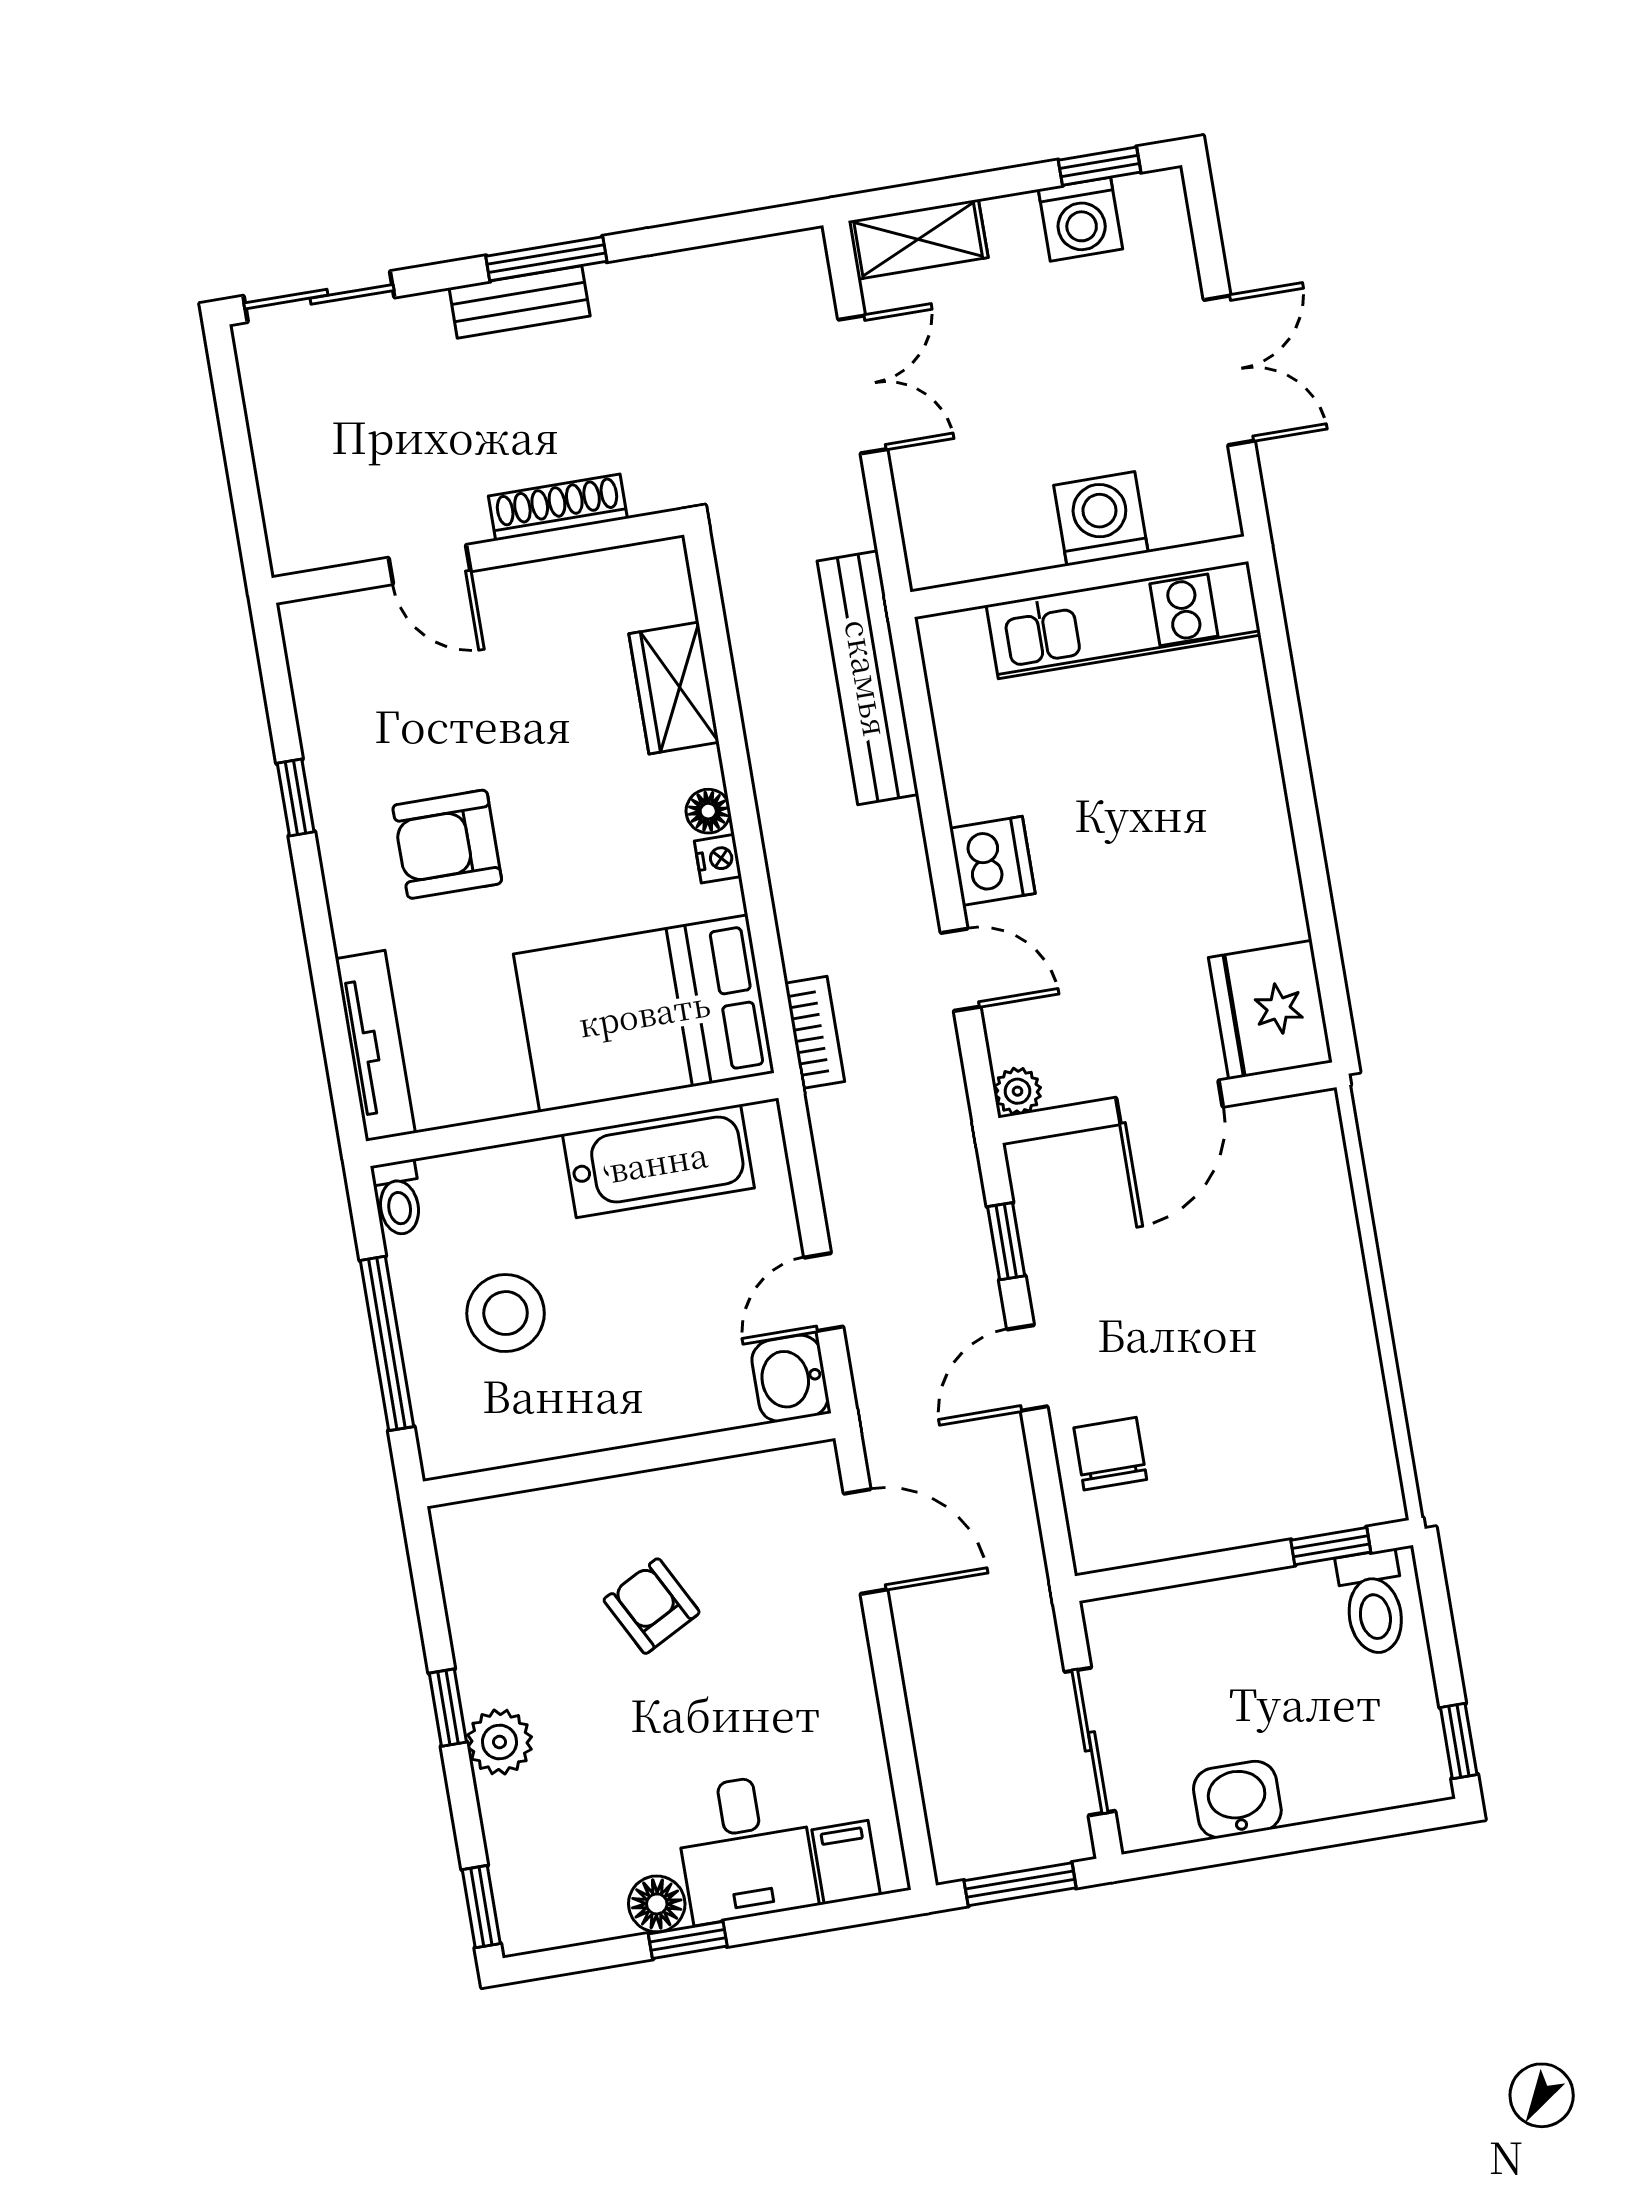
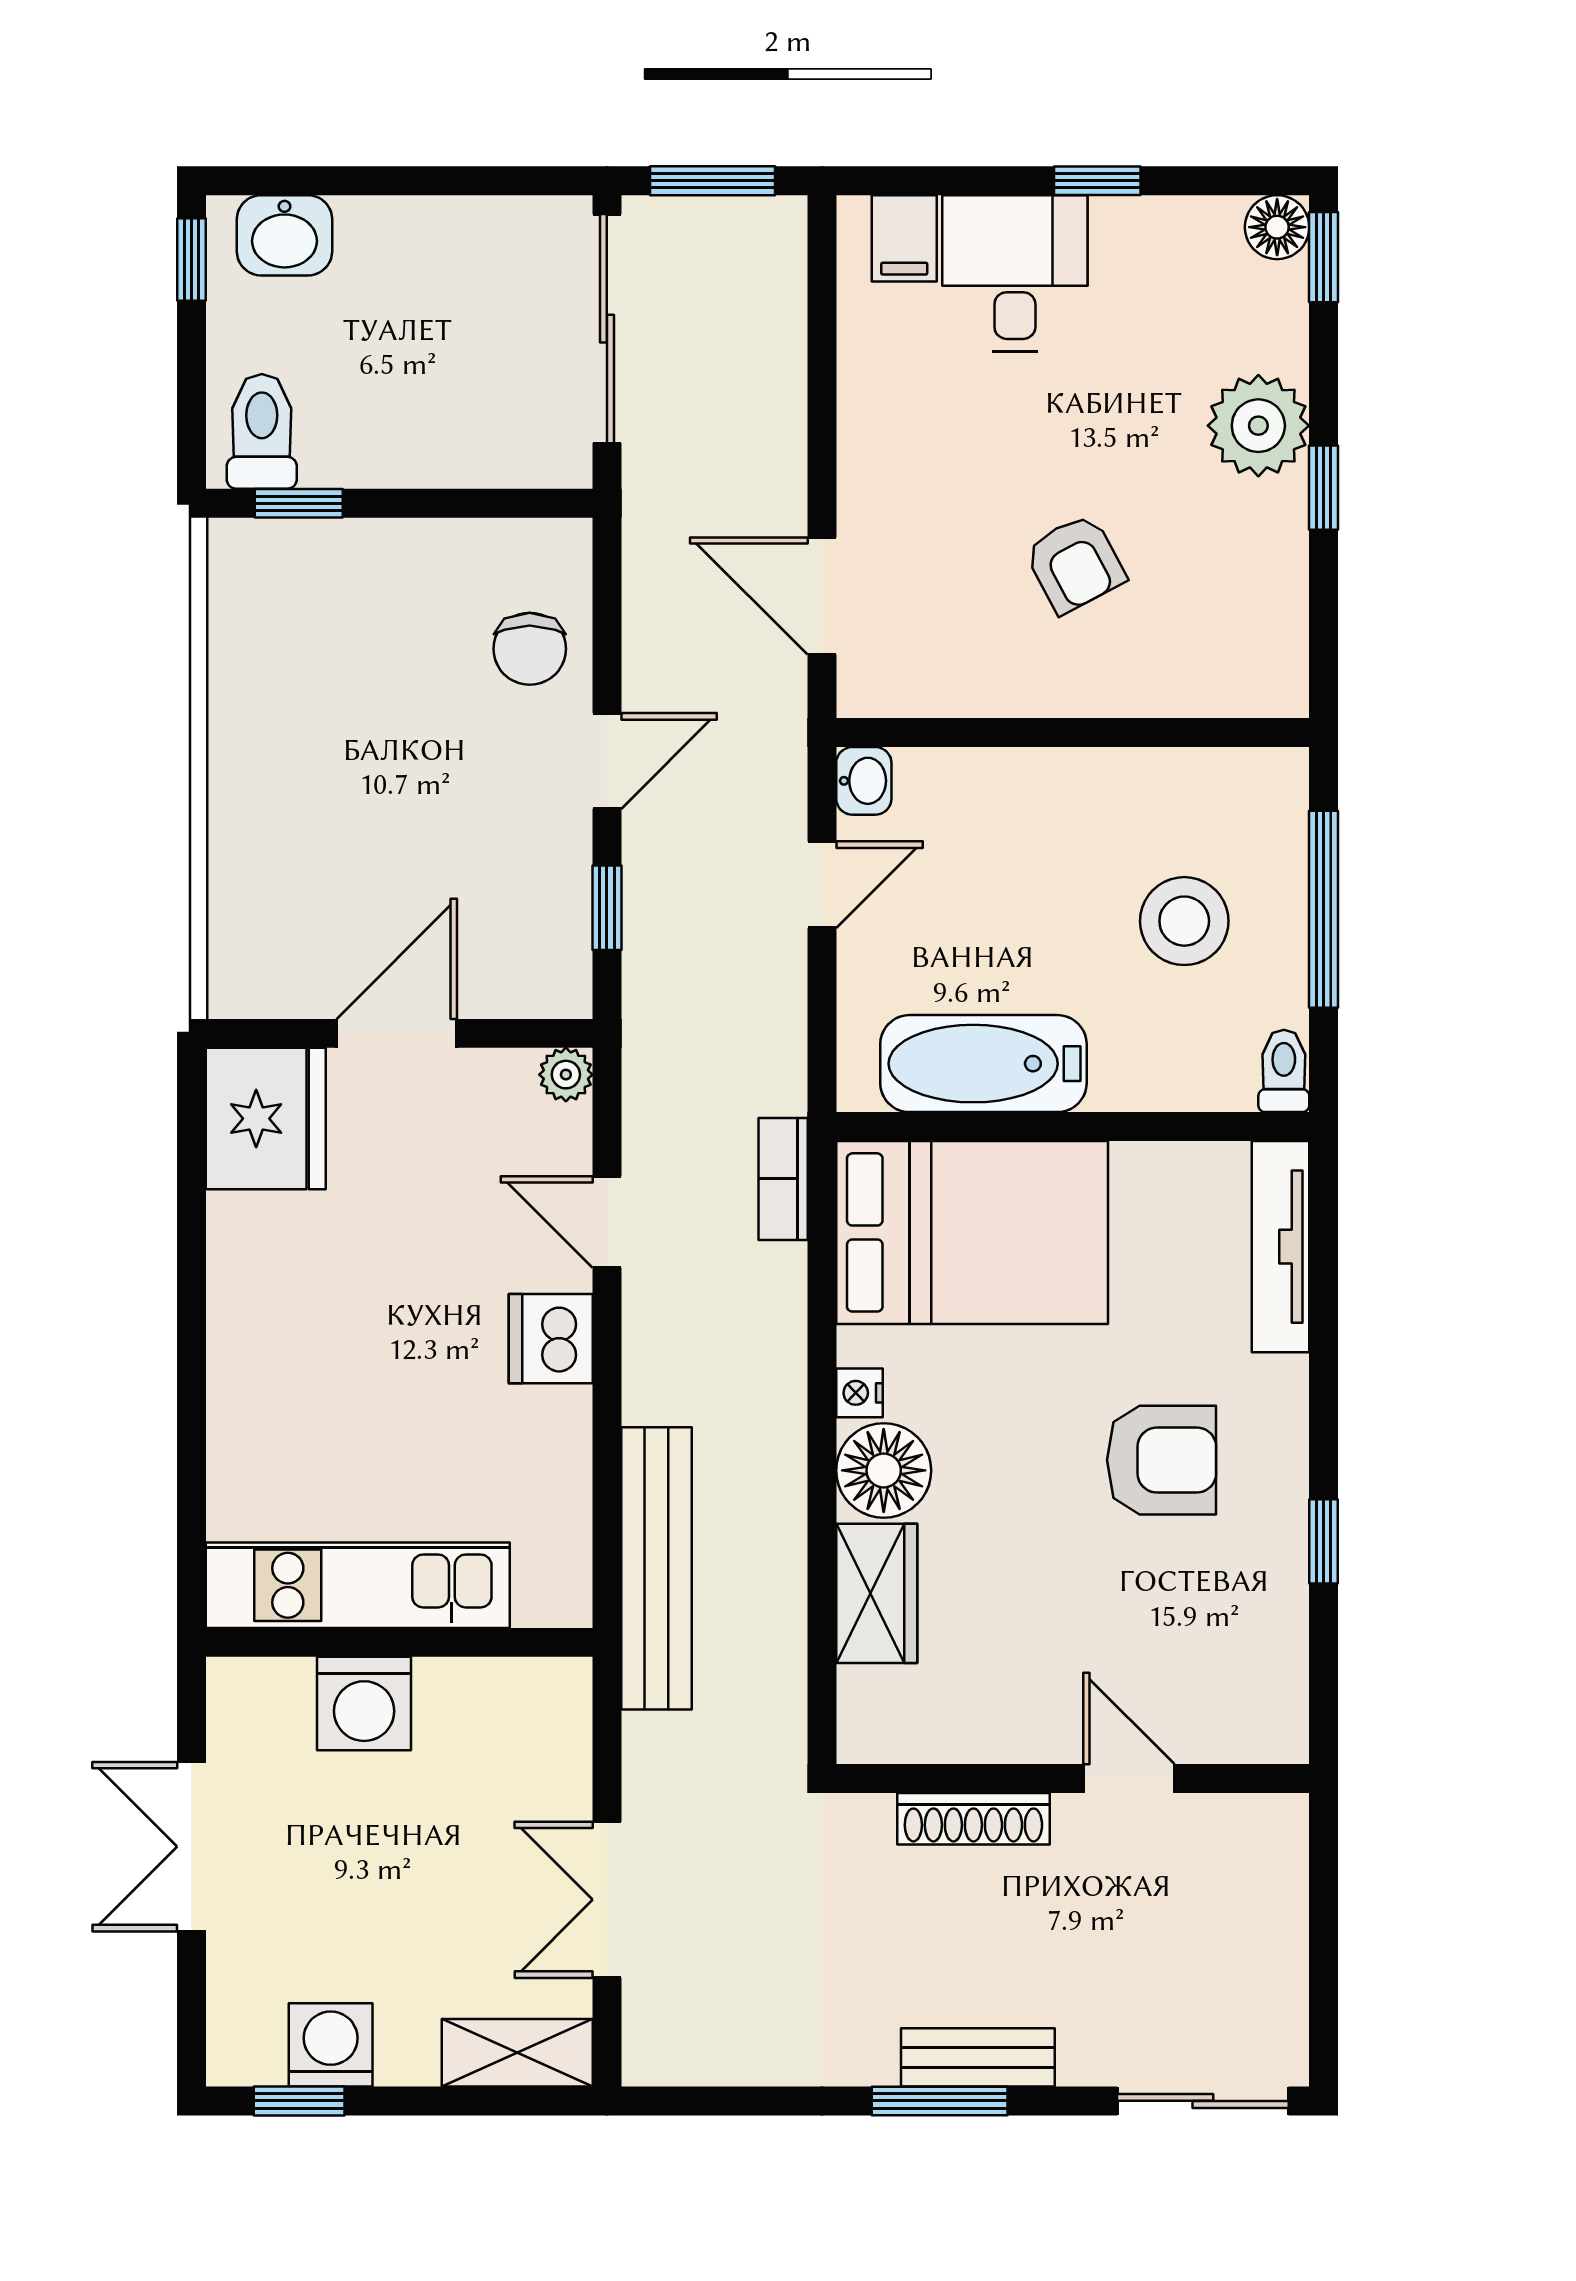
floor lamp: (708, 811) -> (884, 1470), width x1.89, depth x1.89
washbasin: (790, 1378) -> (864, 781), width x0.72, depth x0.69
sliding door: (1090, 1741) -> (607, 329), width x1.37
plant: (500, 1742) -> (1258, 426), width x1.36, depth x1.36
washbasin: (1237, 1800) -> (285, 235), moved
floor lamp: (657, 1904) -> (1277, 227), moved

